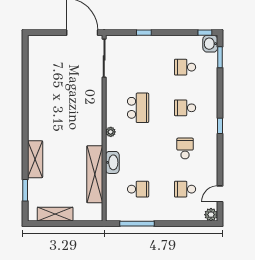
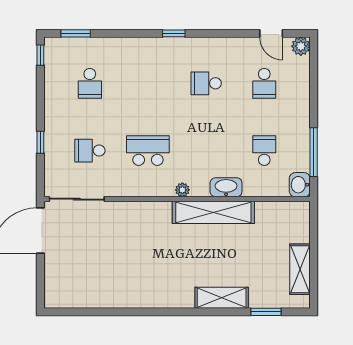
washbasin: (210, 44) -> (300, 185), moved, turned 90
school desk: (185, 108) -> (90, 151), moved, turned 90
shelving: (95, 174) -> (213, 212), moved

